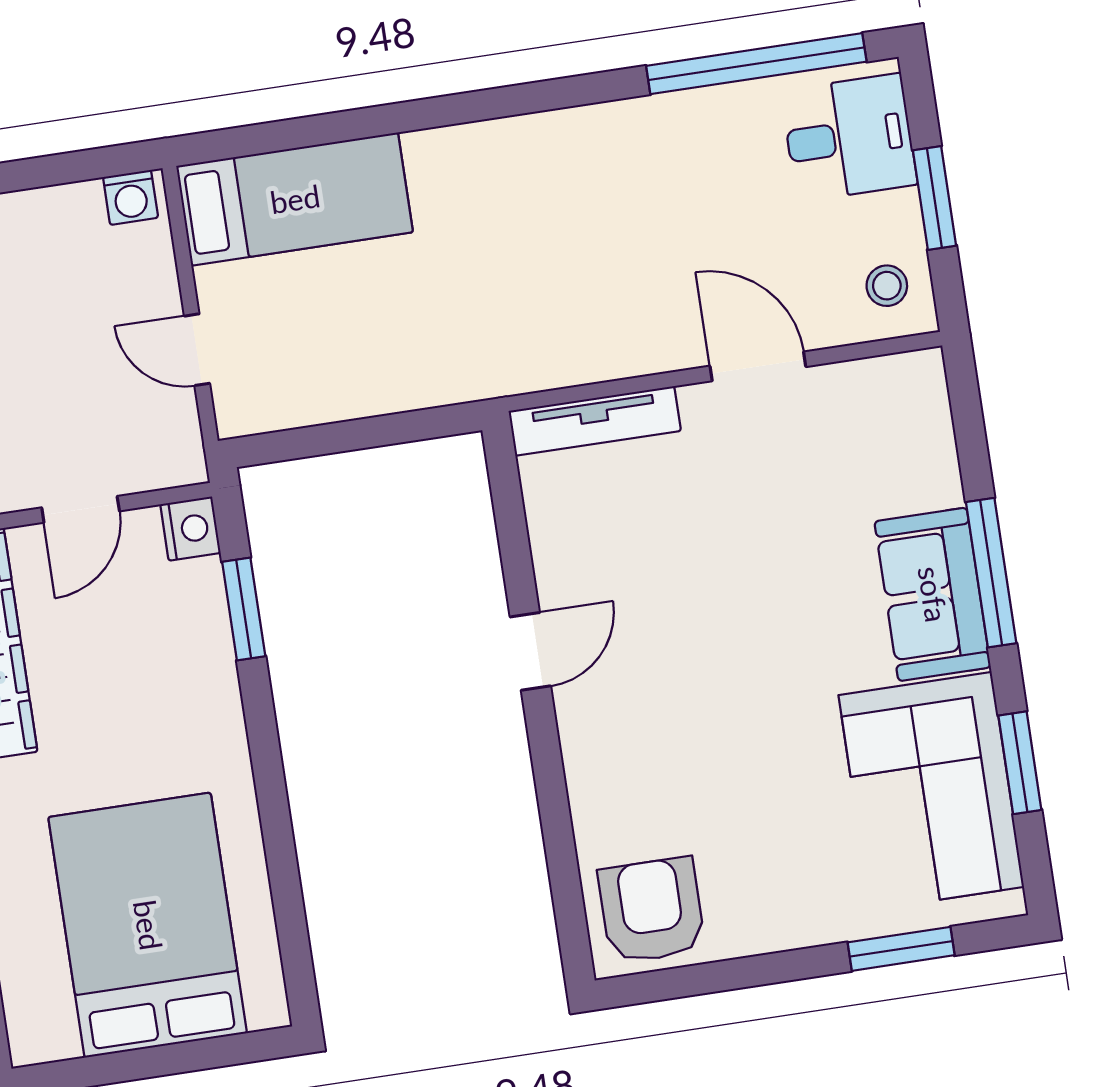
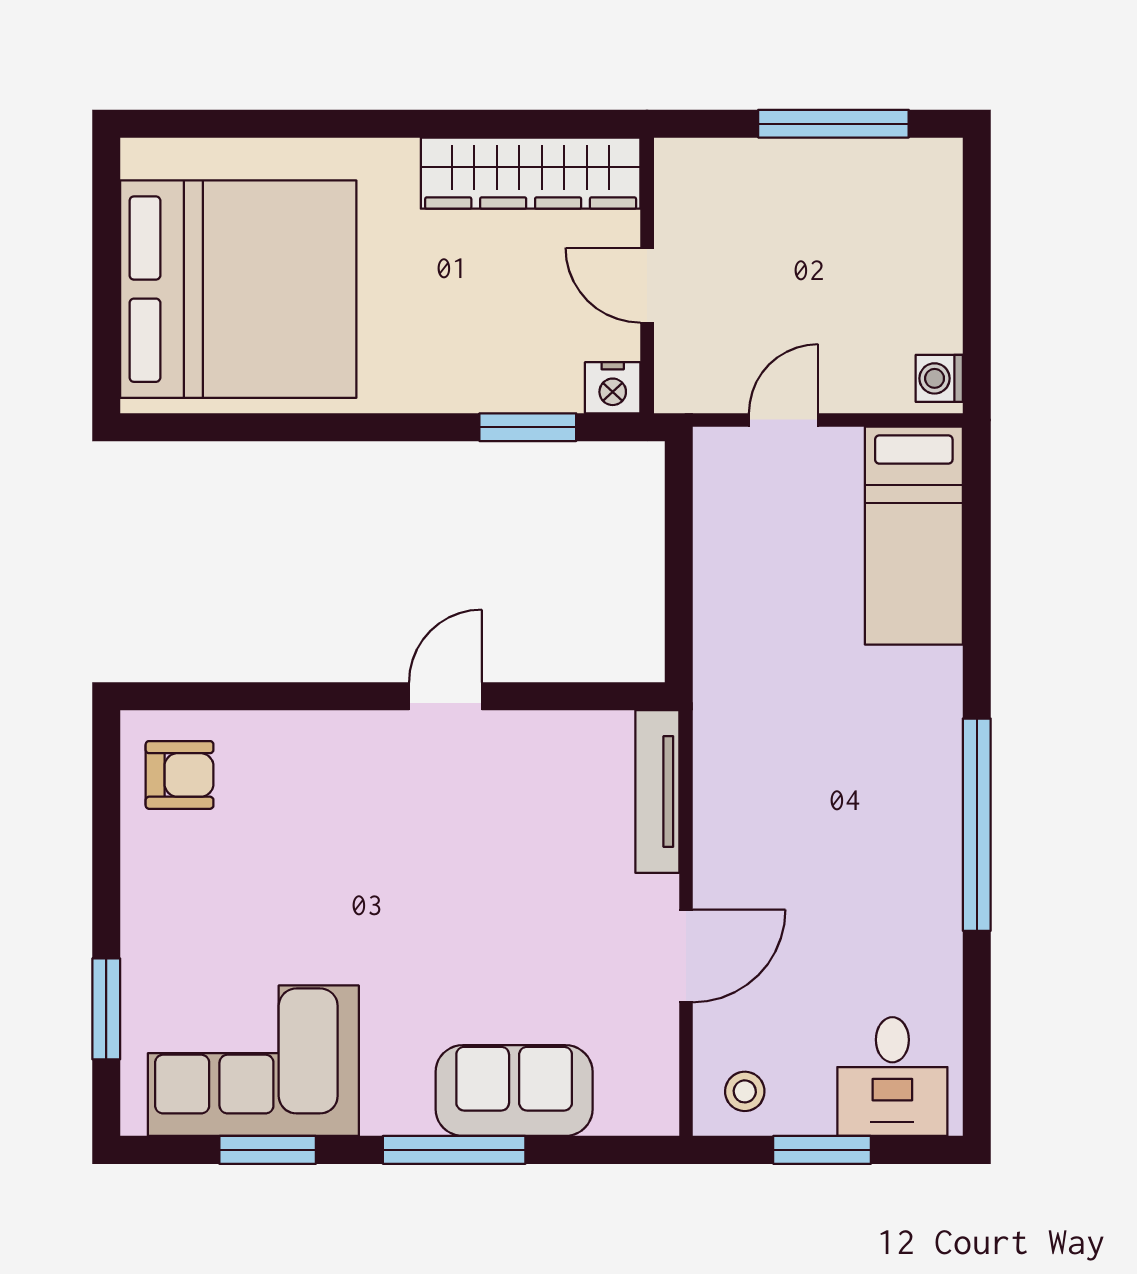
window: (756, 64) -> (977, 825), moved
sofa: (933, 594) -> (514, 1091), moved
door: (530, 651) -> (445, 696), swing flipped
armchair: (652, 910) -> (180, 775), width x0.72, depth x0.72
bed: (148, 925) -> (238, 289), width x1.36

